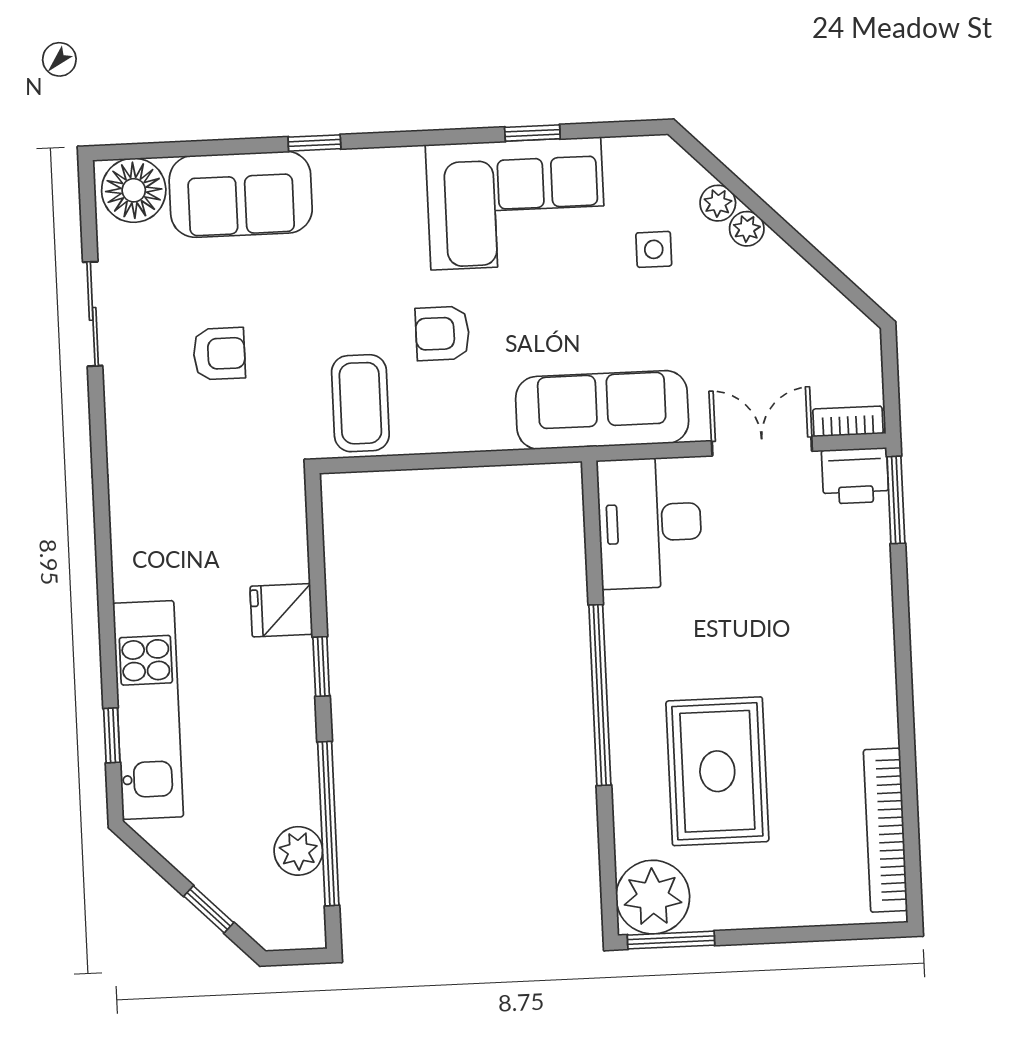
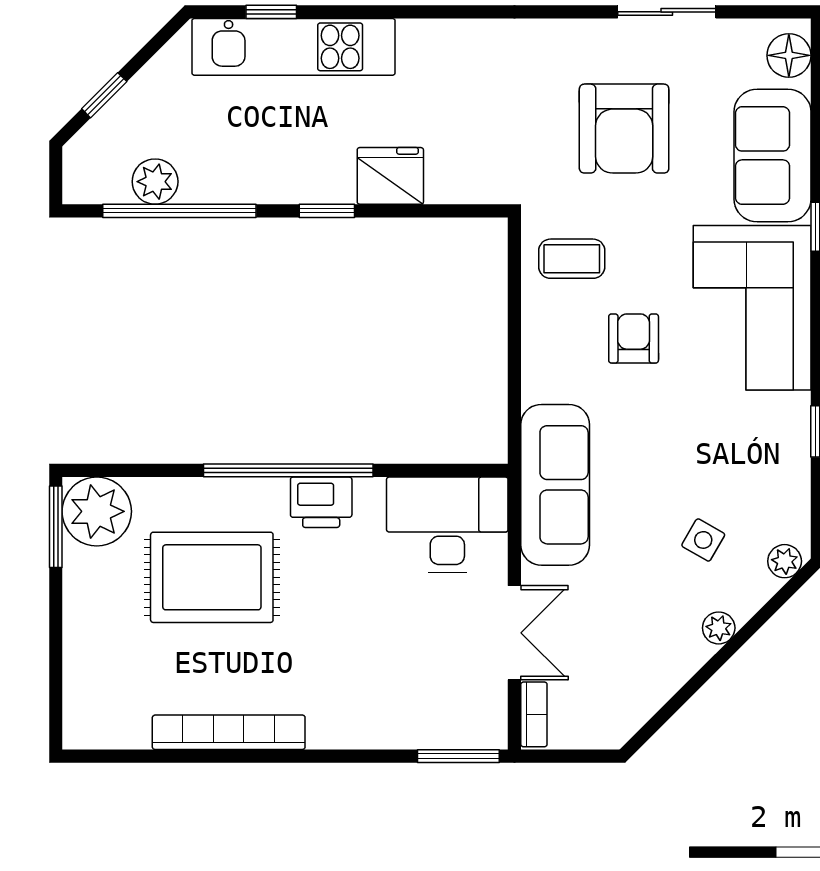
floor lamp: (134, 190) -> (789, 55), width x0.73, depth x0.73
corner sofa: (516, 203) -> (752, 308), moved
plant: (718, 203) -> (785, 561), moved
side table: (654, 249) -> (703, 540), turned 30
armchair: (219, 354) -> (624, 129), width x1.88, depth x1.88
coffee table: (360, 403) -> (572, 259), width x0.73, depth x0.77
printer: (855, 476) -> (321, 502), moved, turned -90
fridge: (281, 610) -> (390, 176), width x1.38
bookcase: (885, 830) -> (229, 732), moved

